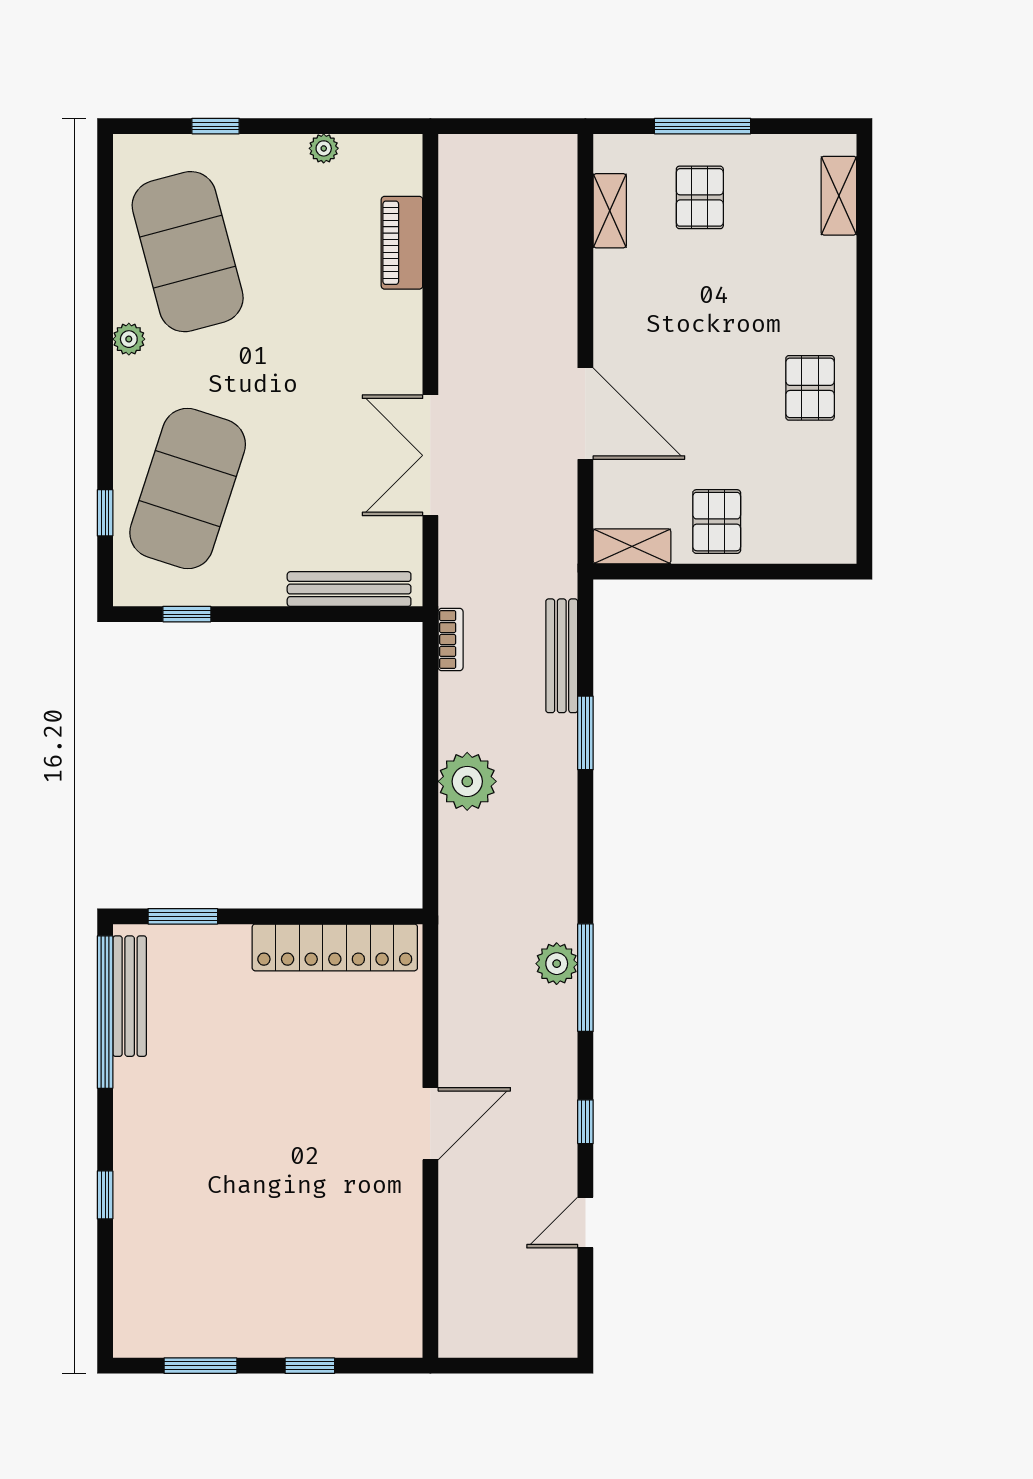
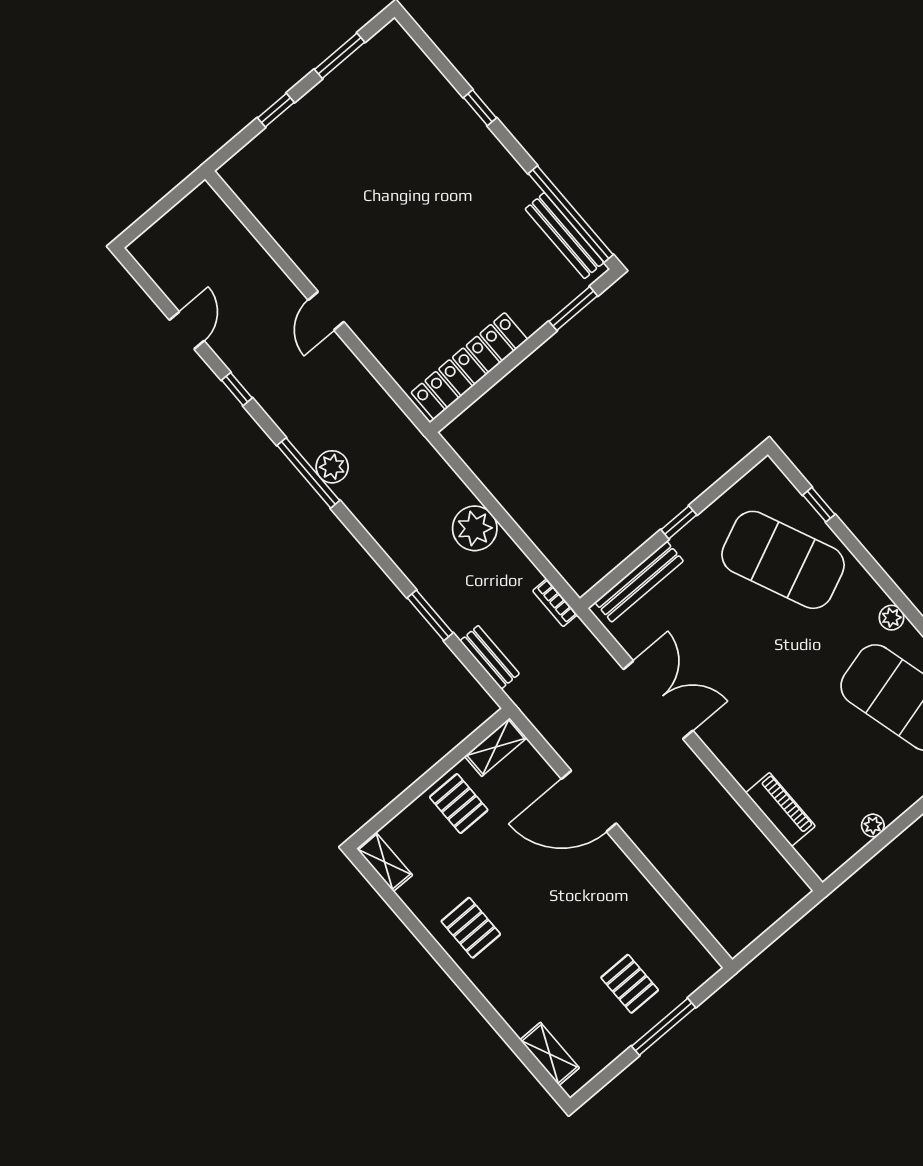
shelving: (610, 211) -> (384, 862), moved
exercise mat: (188, 489) -> (783, 560), turned -42
window: (187, 614) -> (679, 522), moved
bench: (562, 656) -> (490, 657), width x0.73
door: (430, 1124) -> (326, 311), width x0.73

